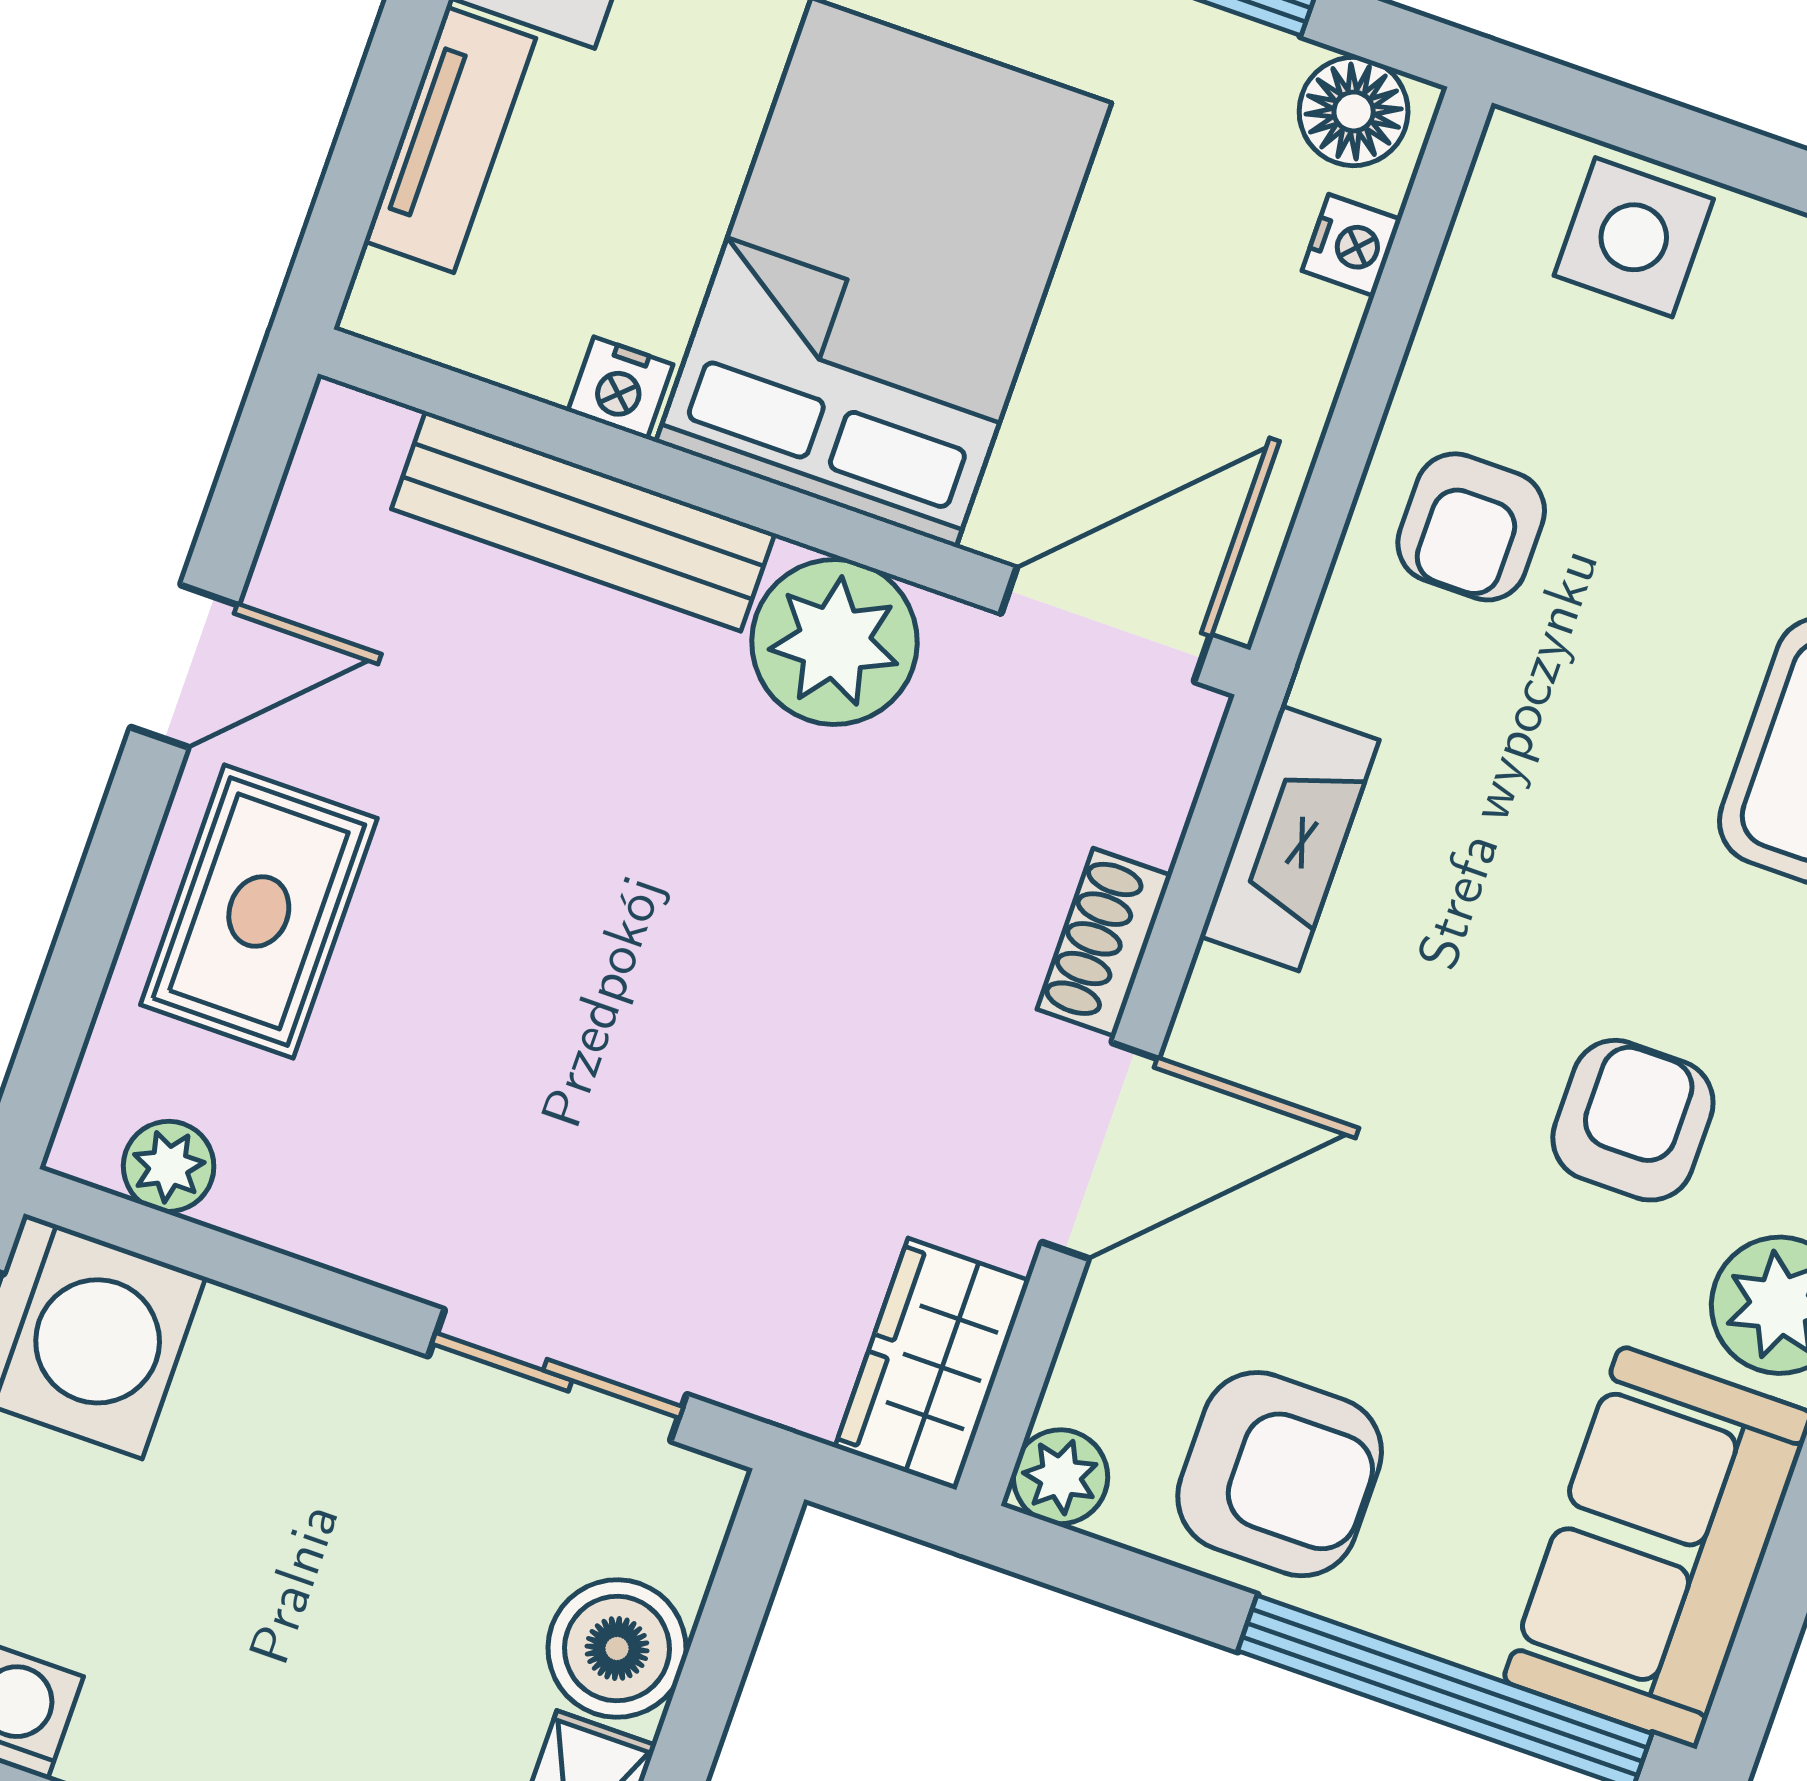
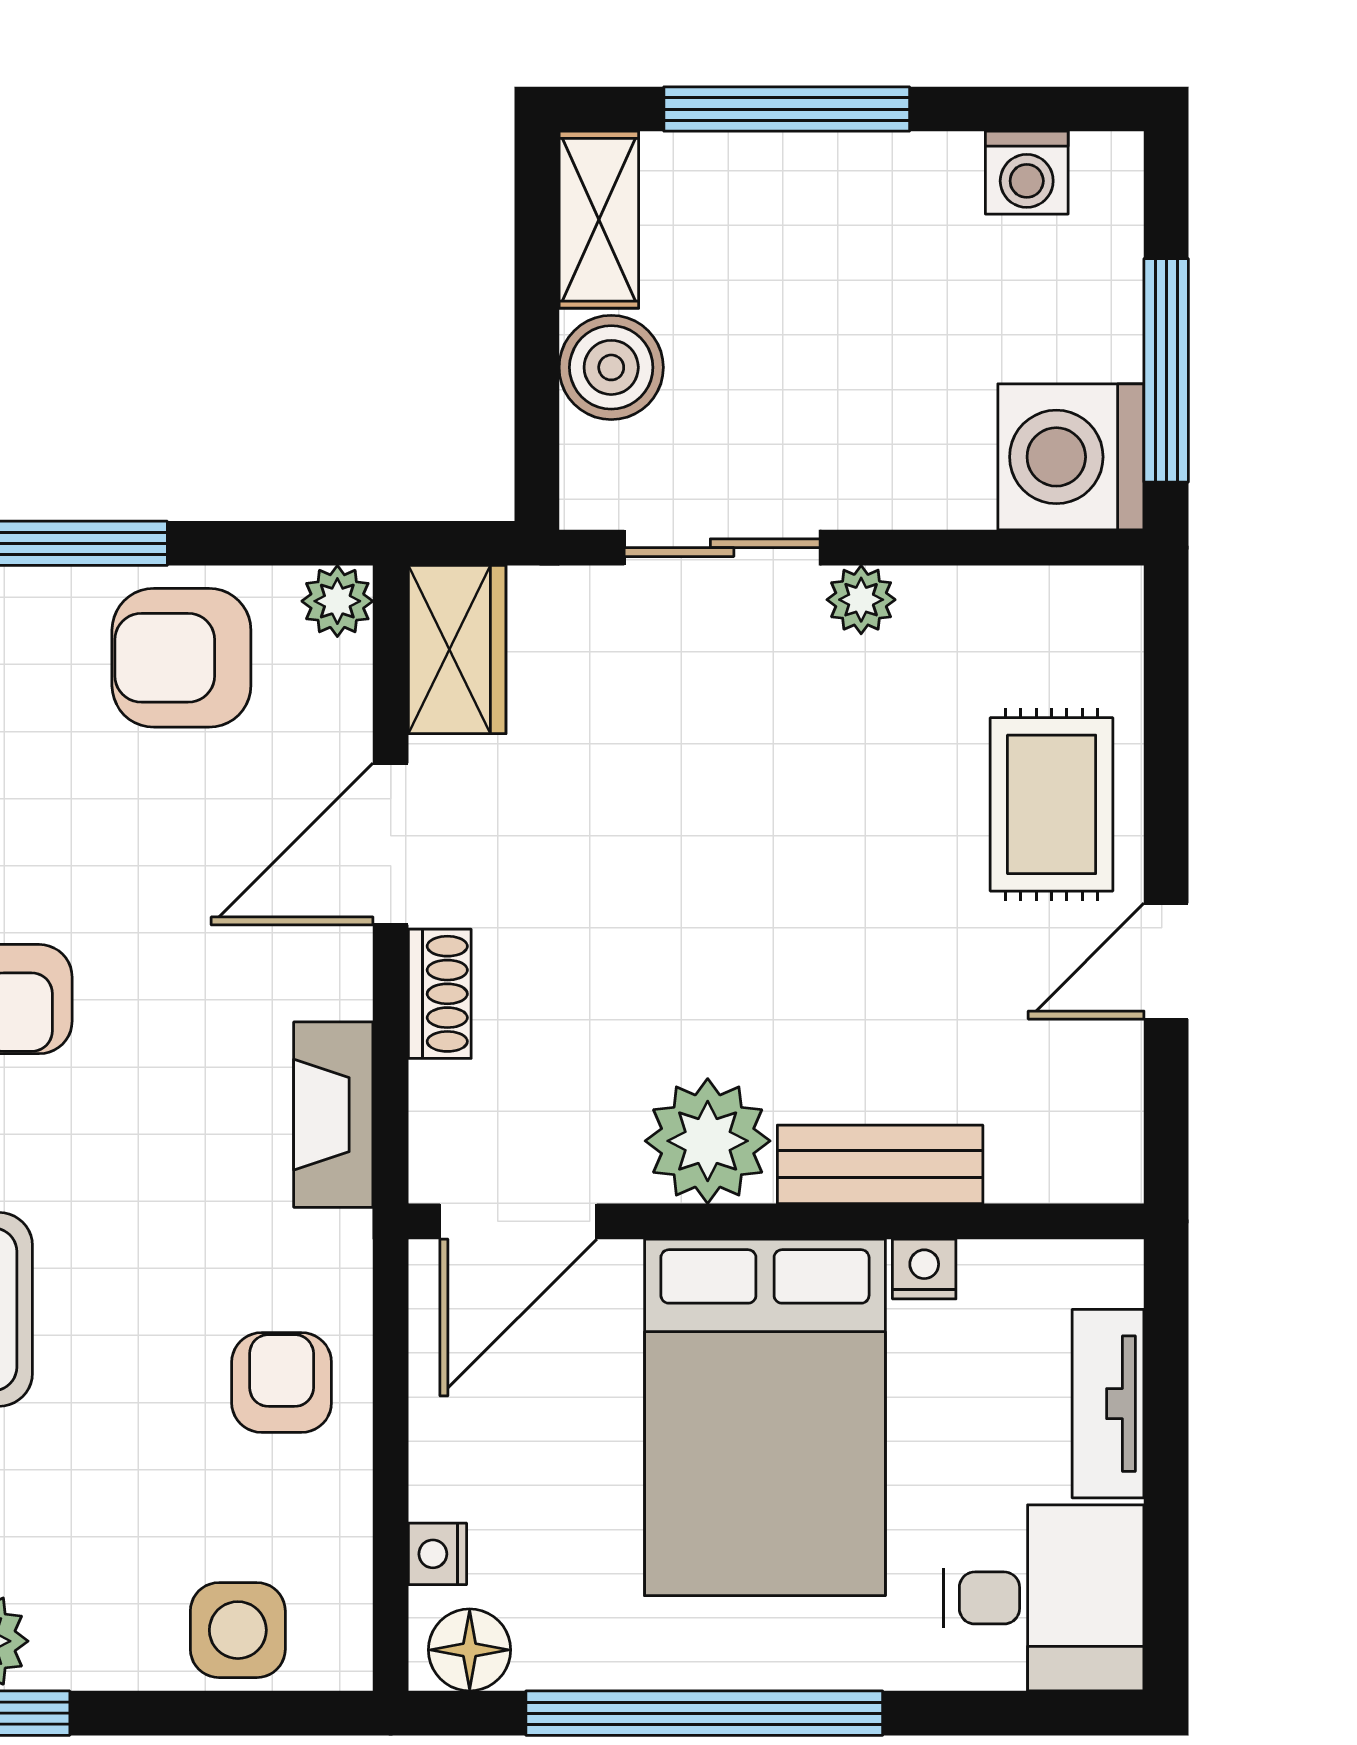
bench: (583, 521) -> (880, 1164), width x0.73
plant: (169, 1166) -> (861, 600), moved

